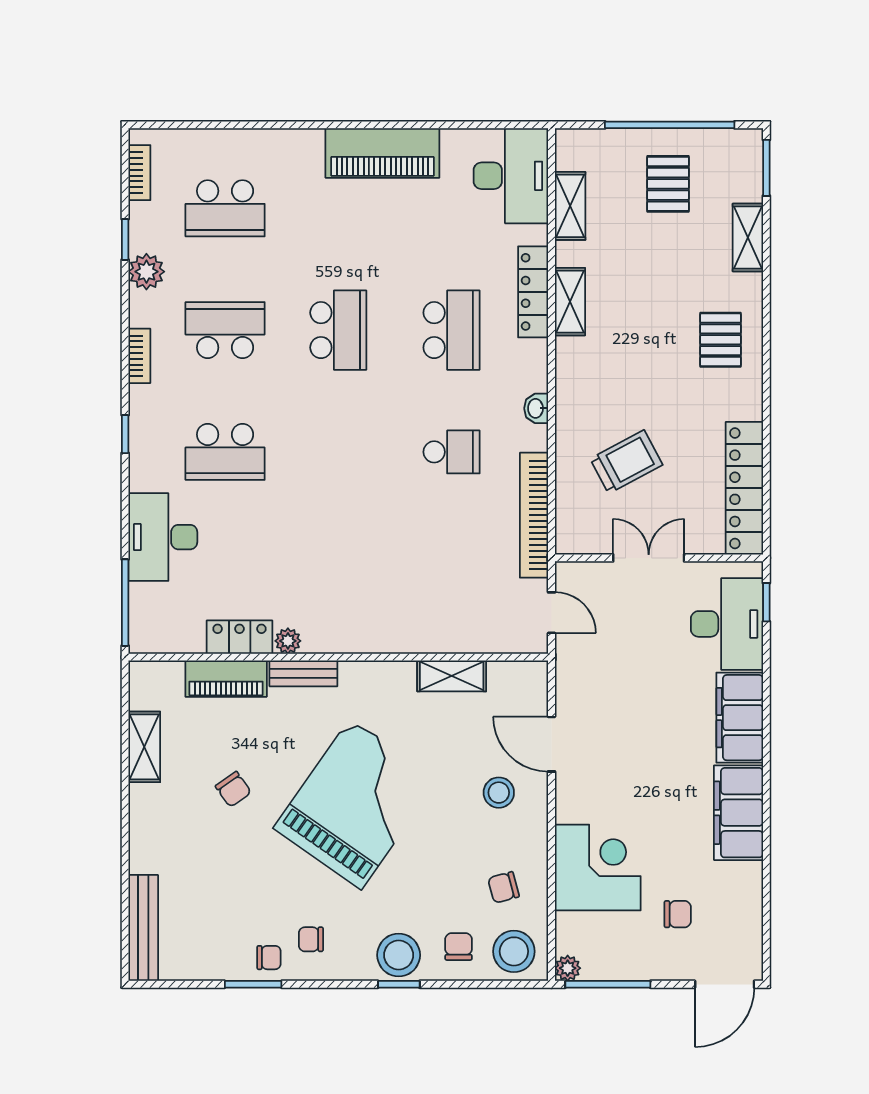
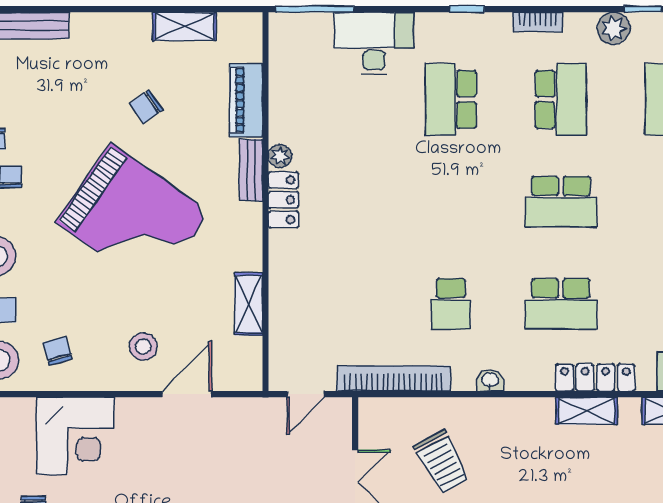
locker: (239, 637) -> (284, 200), moved

